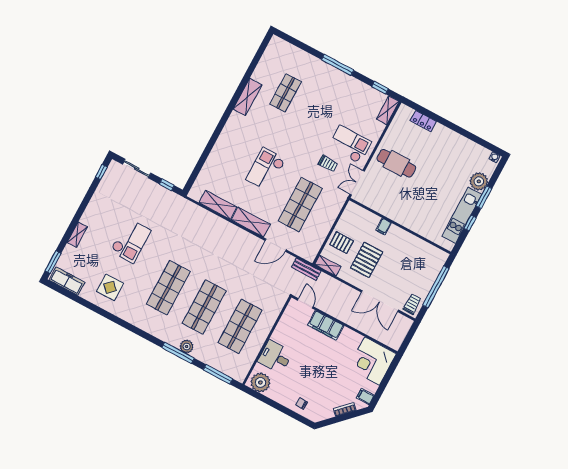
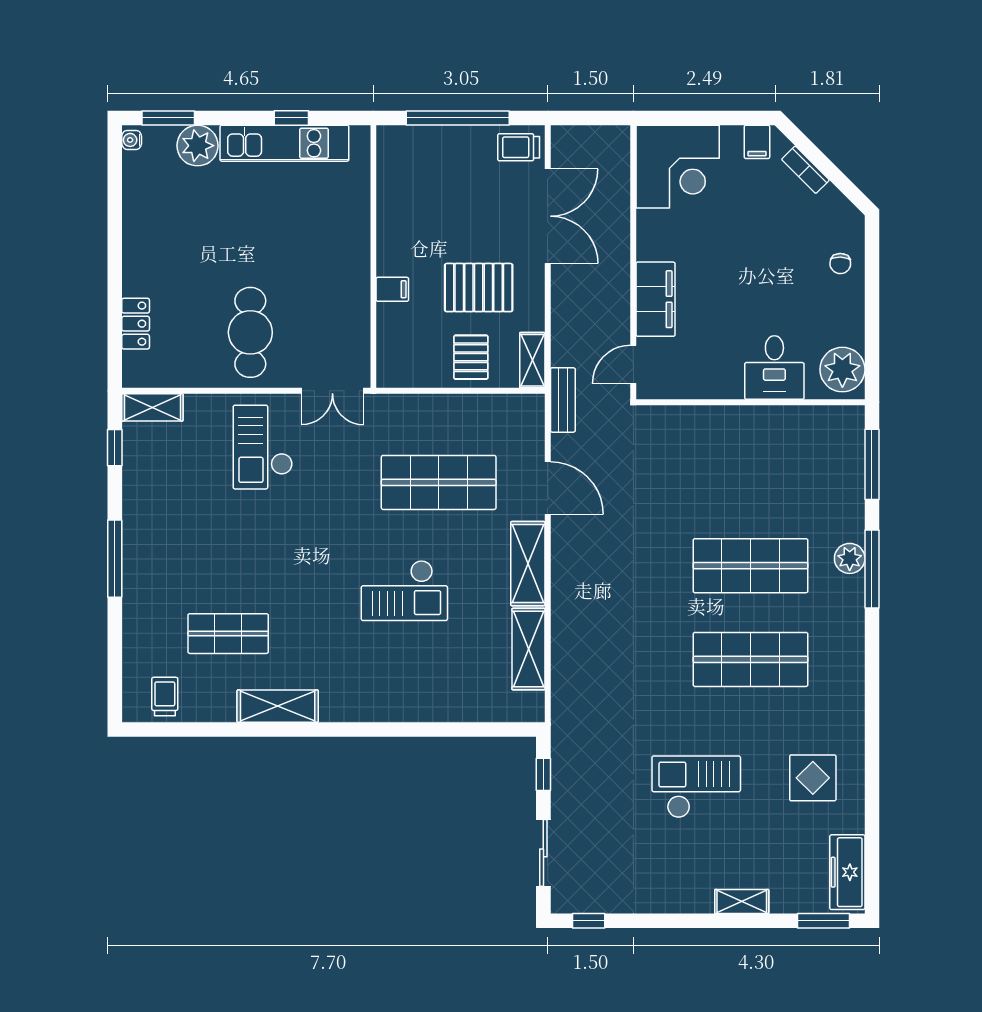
trolley: (328, 164) -> (165, 697), moved
window: (484, 197) -> (168, 118), moved
shop shelf: (240, 326) -> (750, 472), removed

